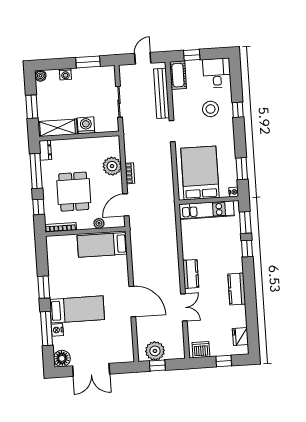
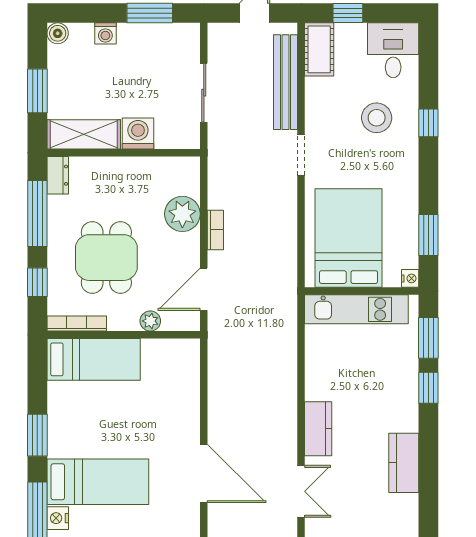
bed: (102, 245) -> (94, 359), moved, turned 180

